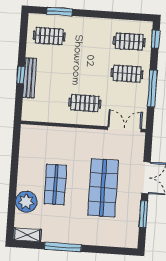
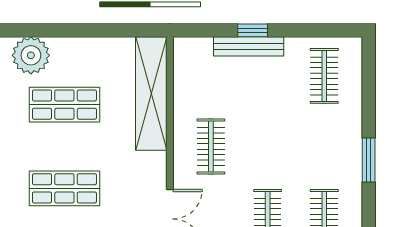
window: (59, 11) -> (369, 160), moved
shelving: (53, 135) -> (151, 93), added
shop shelf: (103, 188) -> (64, 188), width x0.70, depth x0.74

